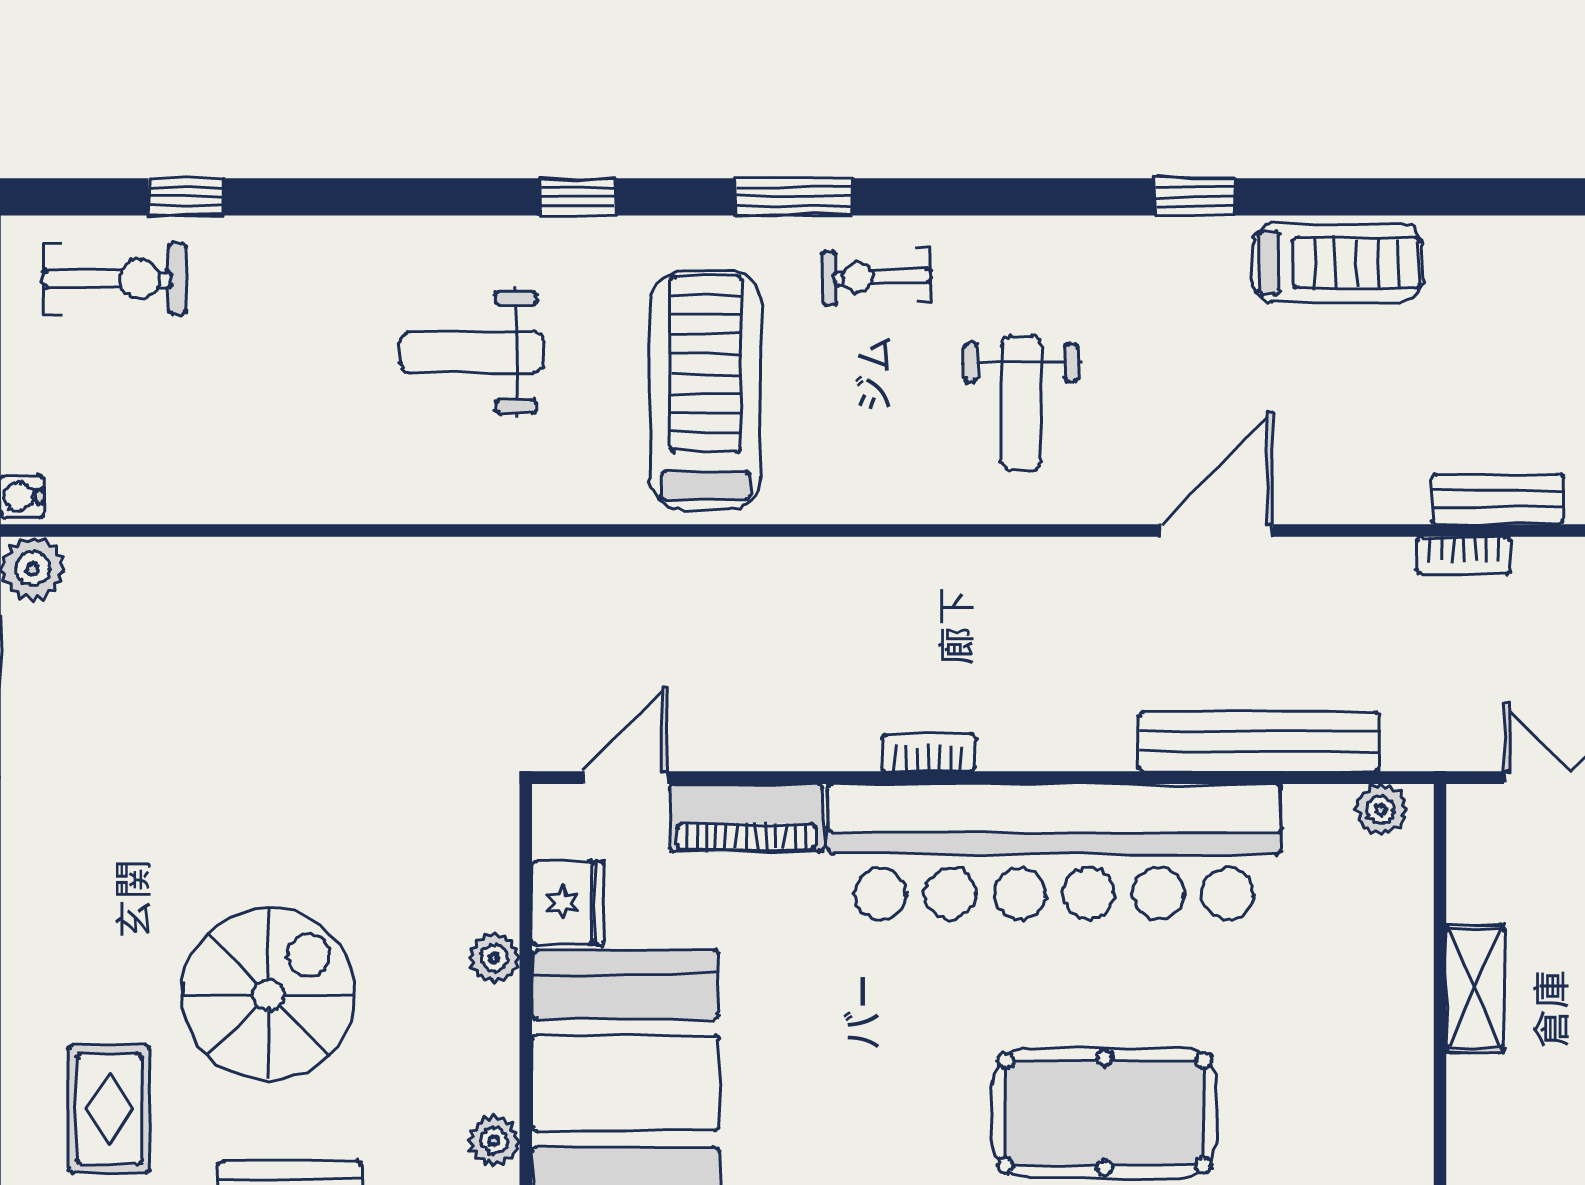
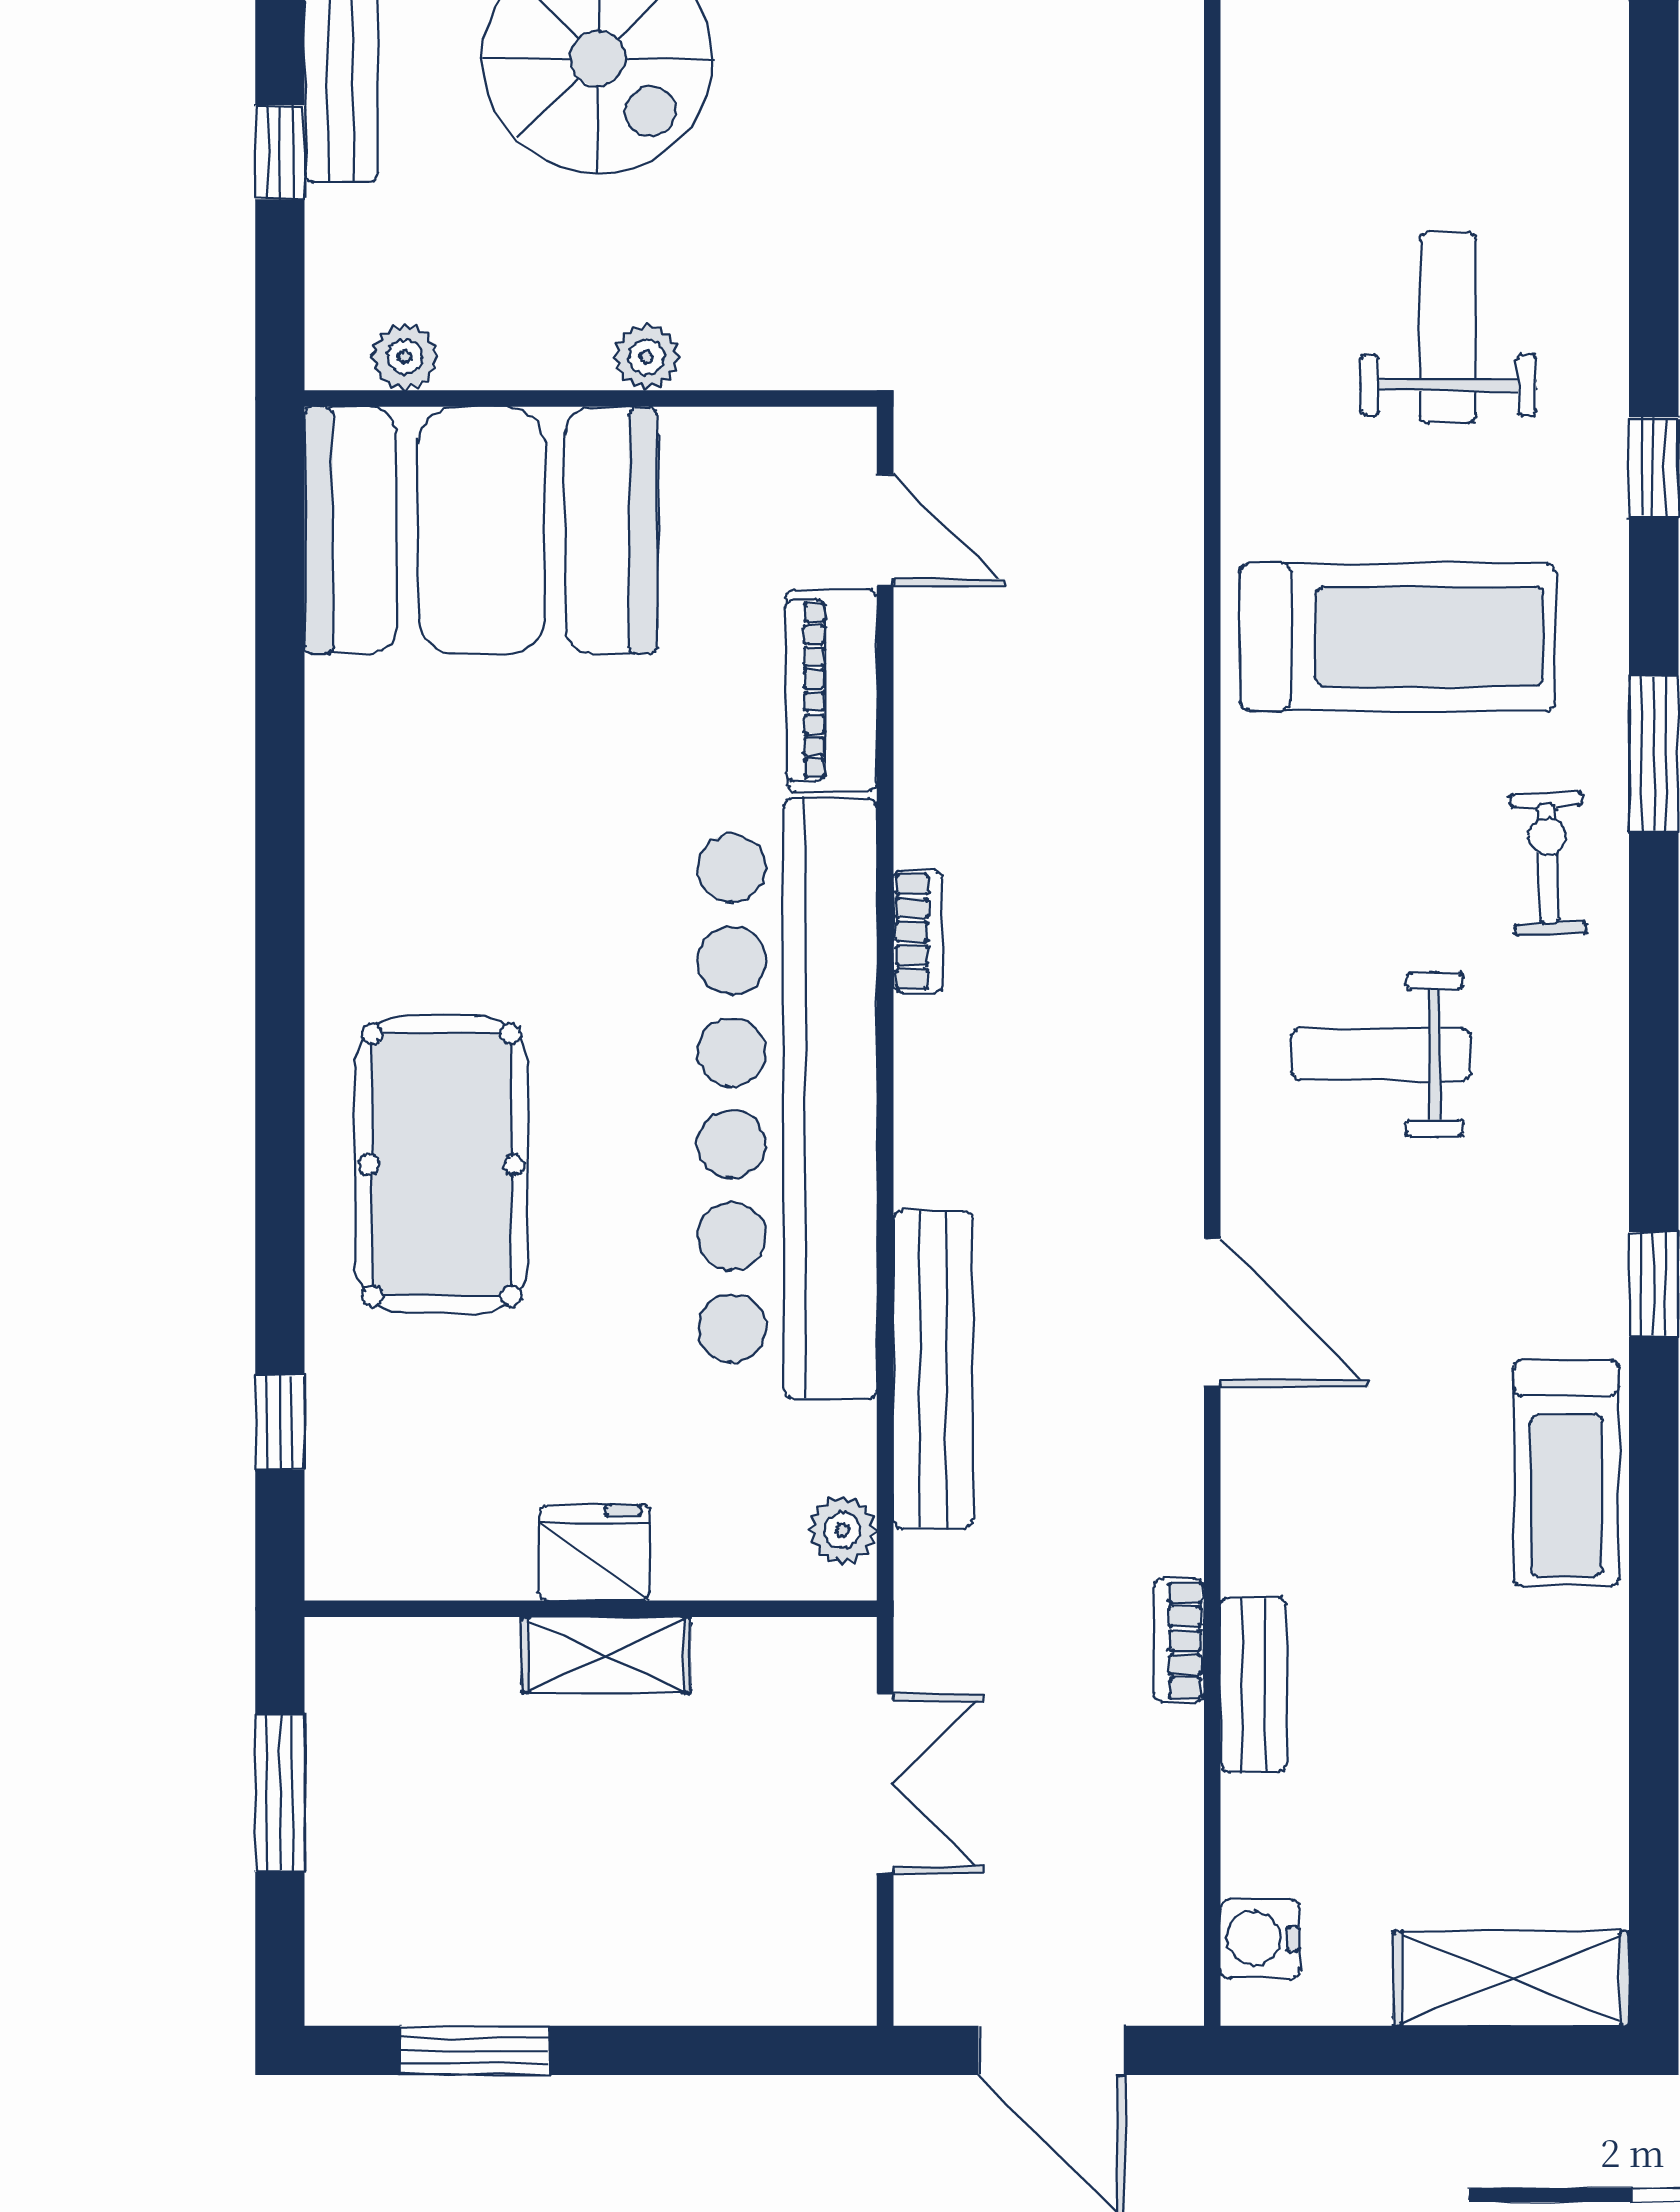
fridge: (568, 903) -> (594, 1553), moved, turned 180

